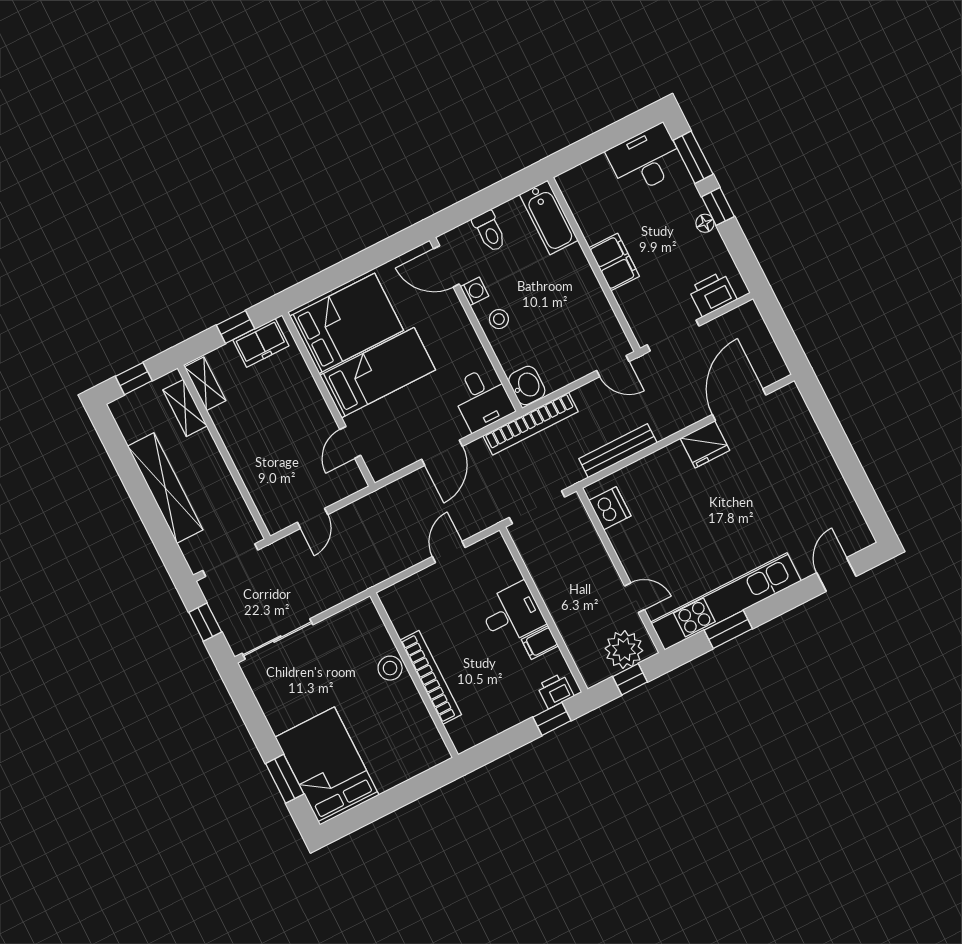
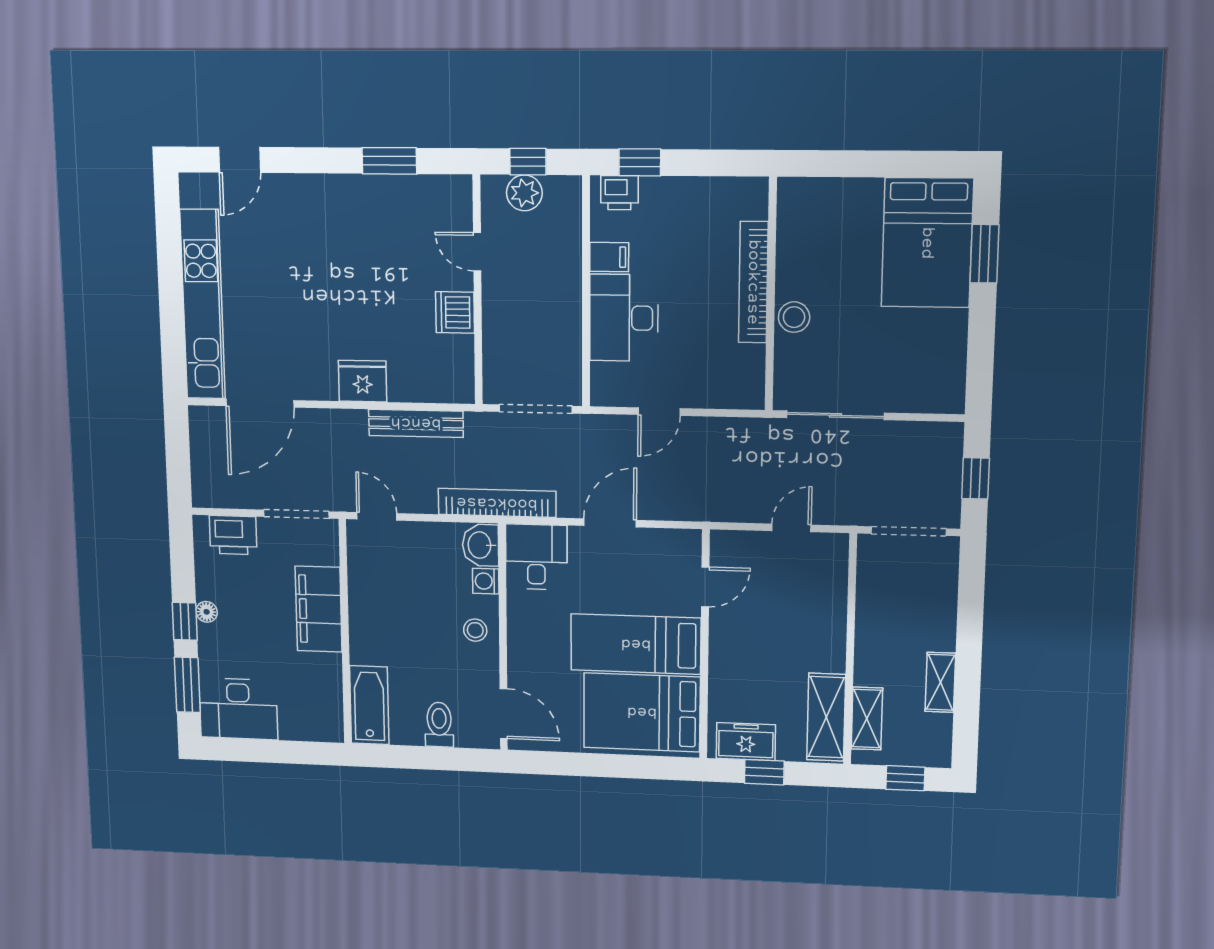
filing cabinet: (614, 262) -> (319, 609), width x1.50, depth x1.17
washing machine: (475, 291) -> (486, 581), moved
shelving: (205, 384) -> (826, 717), width x1.50, depth x1.33
fridge: (705, 444) -> (363, 381), moved
shelving: (165, 488) -> (940, 682), width x0.45, depth x0.75
dishwasher: (610, 508) -> (455, 312), moved
kitchen unit: (726, 601) -> (203, 305), moved, turned -90
desk: (512, 614) -> (624, 318), width x1.37
sliding door: (277, 639) -> (835, 415), moved
plant: (624, 650) -> (524, 193), width x0.73, depth x0.73

